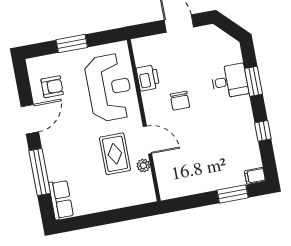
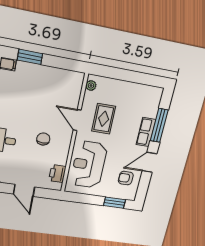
window: (72, 44) -> (115, 203), moved
printer: (148, 78) -> (57, 174), moved
plant: (143, 166) -> (91, 86), moved
row of seats: (61, 200) -> (146, 132), moved

